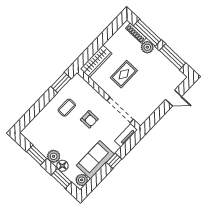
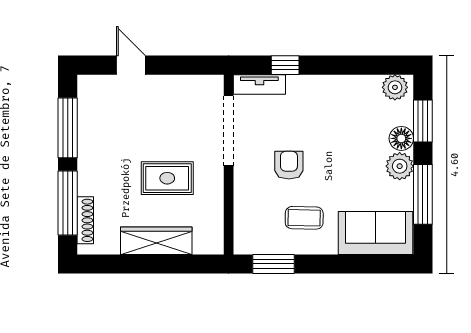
plant: (147, 47) -> (90, 182), removed
wardrobe: (96, 61) -> (156, 241), moved
window: (37, 155) -> (423, 194), width x1.44
sofa: (95, 160) -> (376, 233), moved, turned 180
window: (114, 161) -> (285, 65), moved

